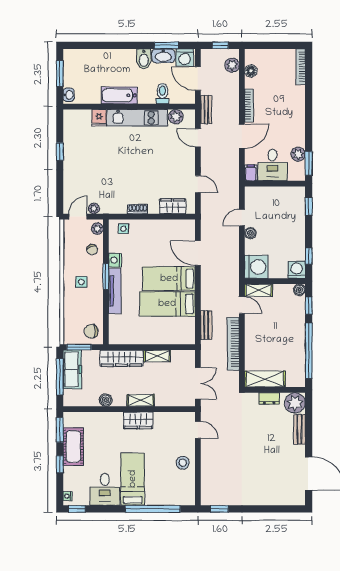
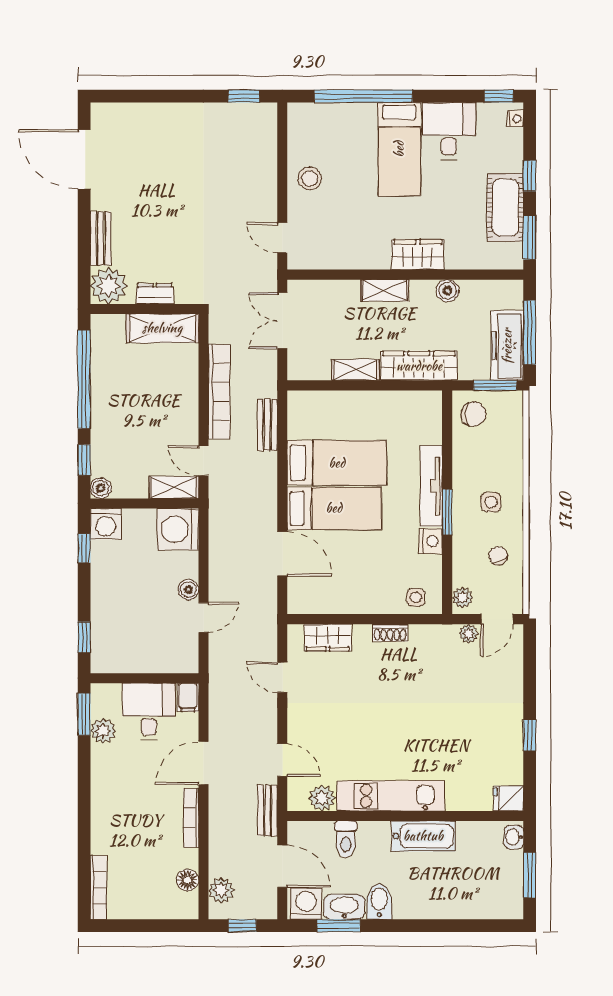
fridge: (99, 118) -> (508, 798), moved, turned -90
chair: (92, 250) -> (498, 556), moved
wardrobe: (138, 420) -> (418, 255), moved

